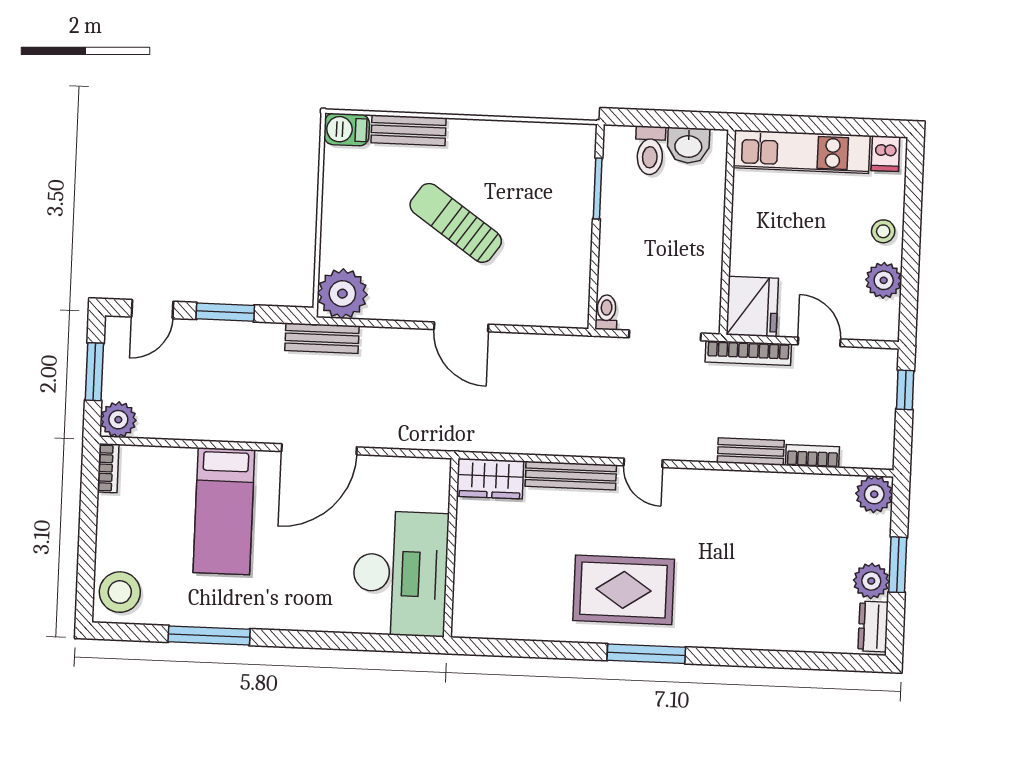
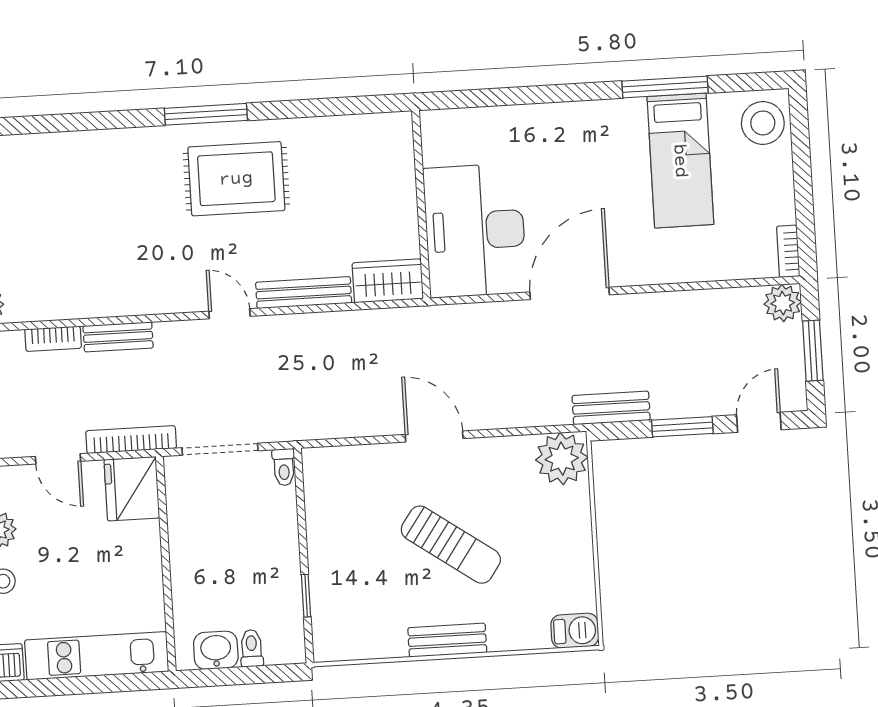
bench: (409, 130) -> (447, 640), moved
toilet: (650, 150) -> (252, 648), width x0.73, depth x0.72
window: (598, 189) -> (306, 596), width x0.67
bench: (322, 338) -> (611, 408), moved
bed: (224, 511) -> (680, 161), moved, turned 180
desk: (400, 574) -> (475, 231), moved

